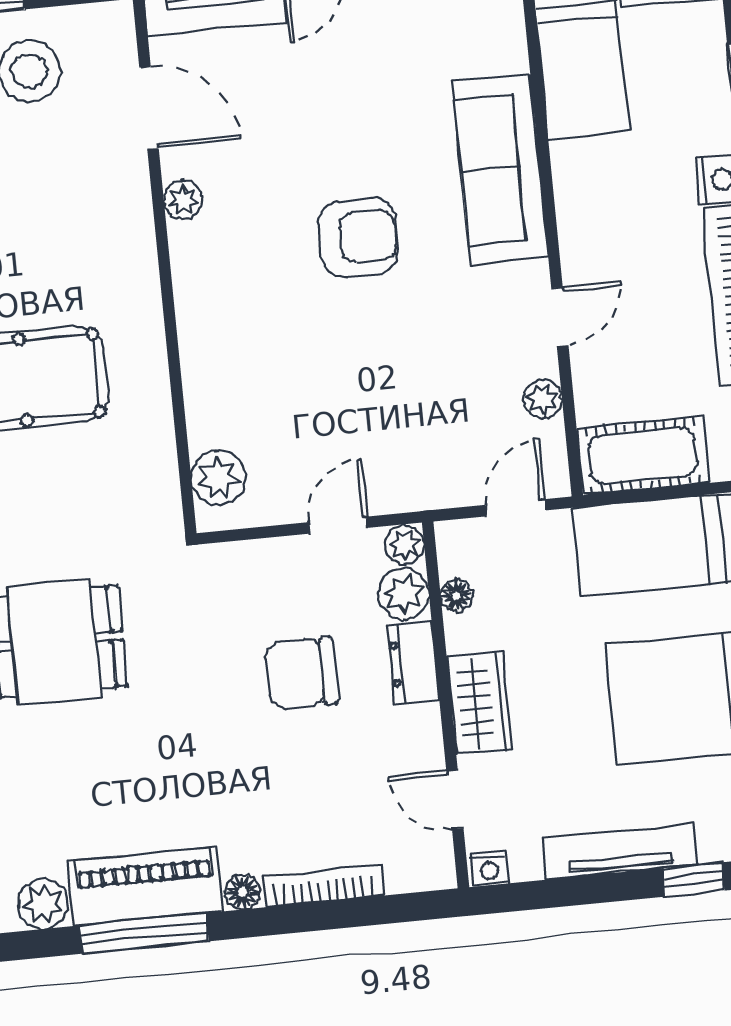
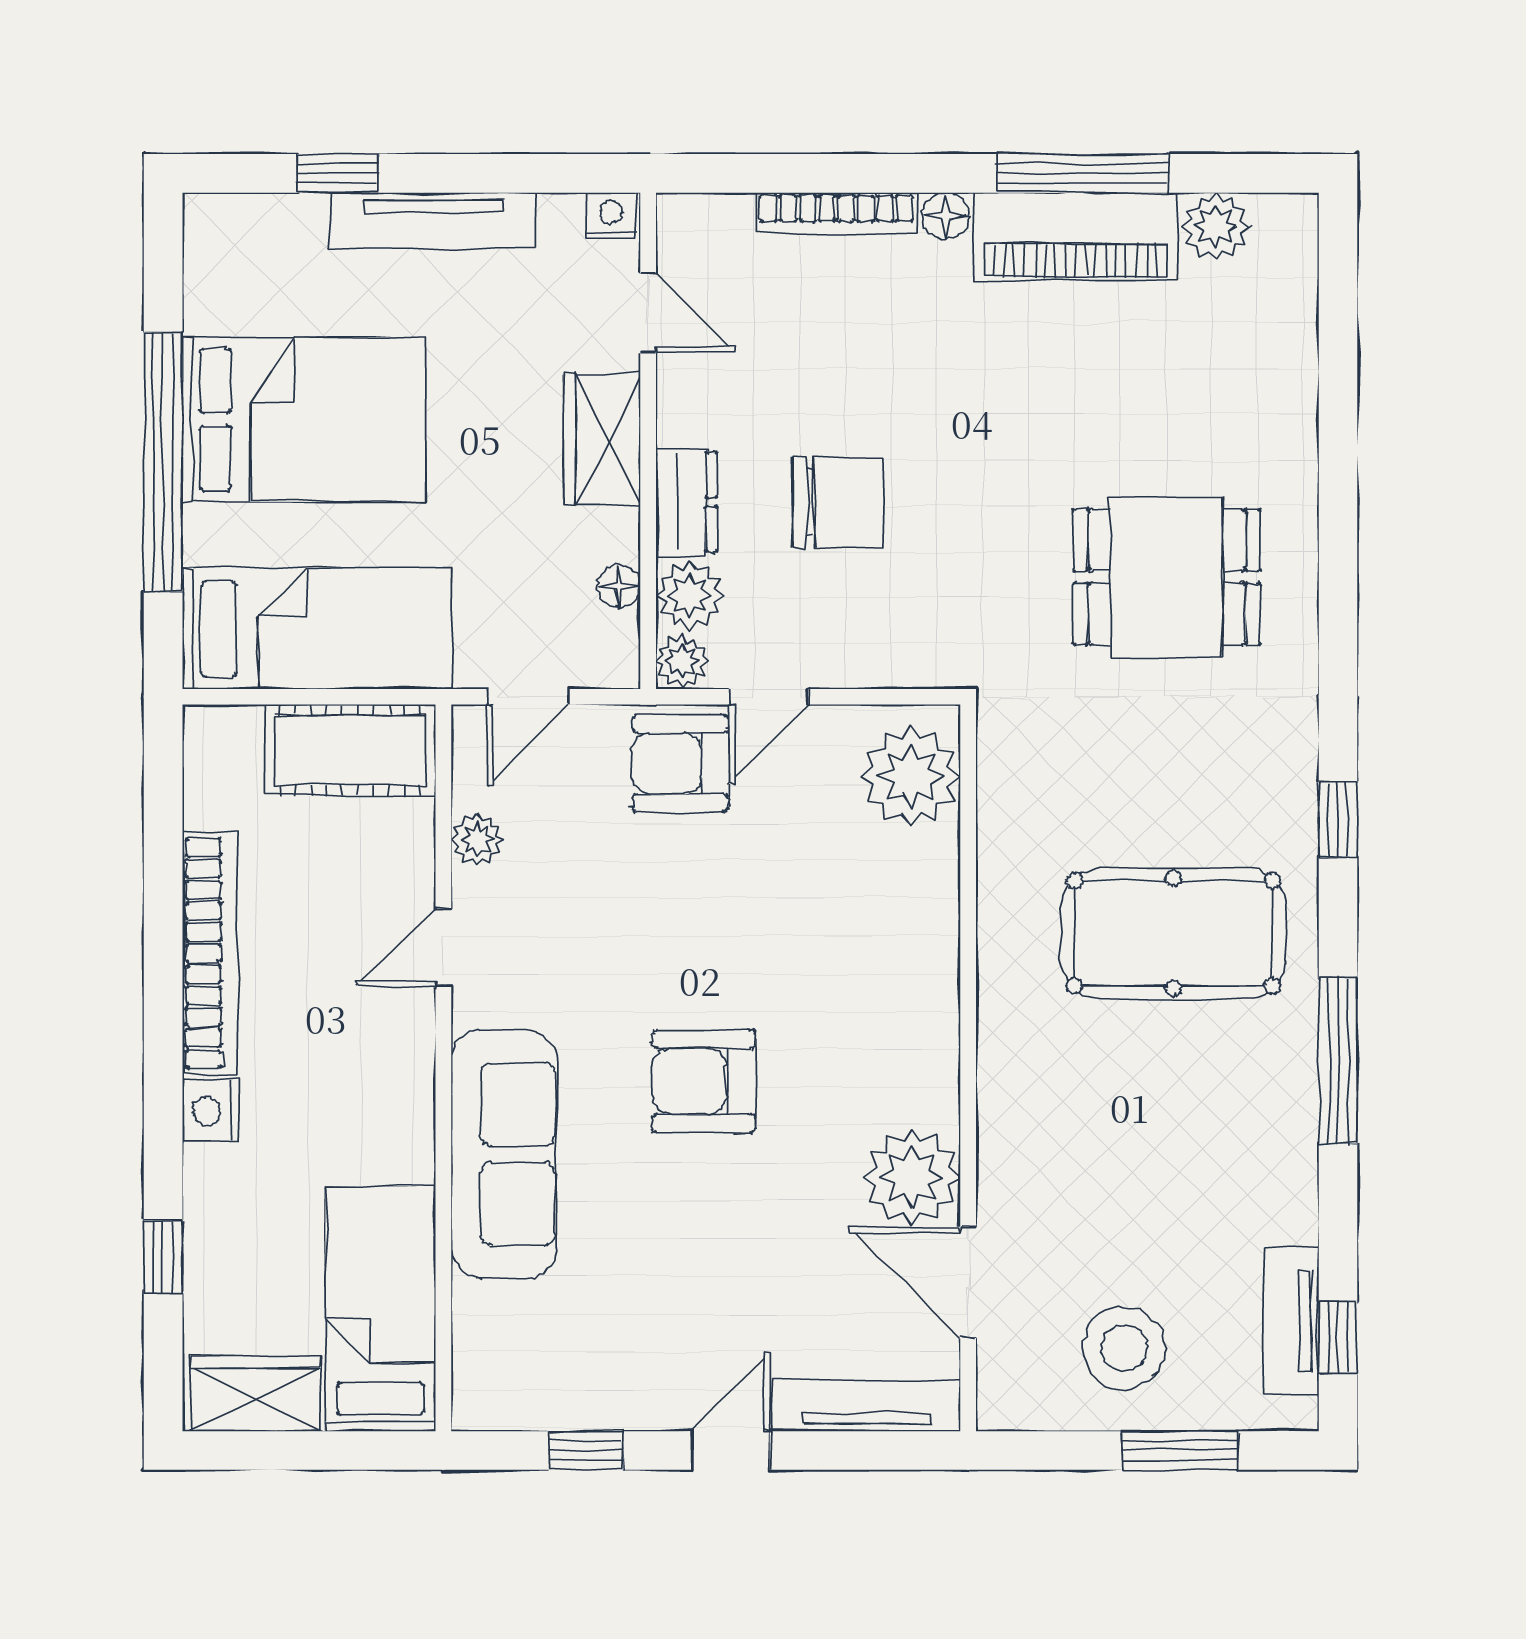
plant: (183, 200) -> (912, 1177), width x1.88, depth x1.88
armchair: (398, 470) -> (680, 763), added
plant: (218, 478) -> (910, 776), width x1.36, depth x1.36

